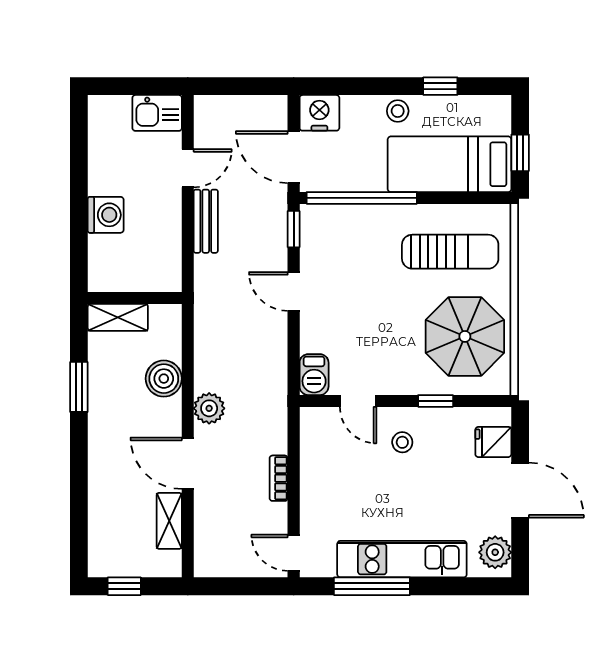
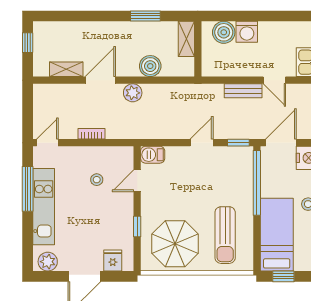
boiler: (107, 254) -> (224, 32), added
stool: (402, 442) -> (97, 180), moved

